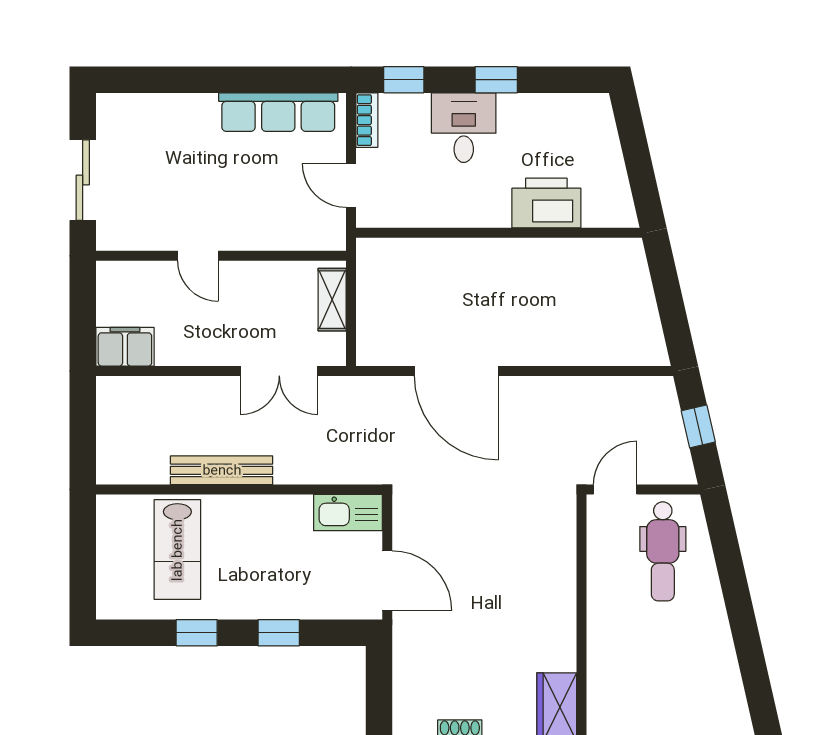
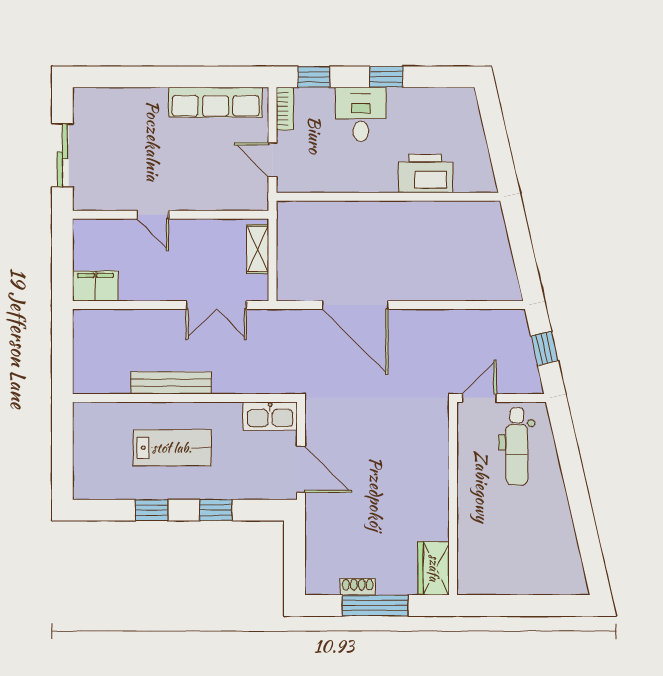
lab bench: (177, 550) -> (172, 448), moved, turned -90

